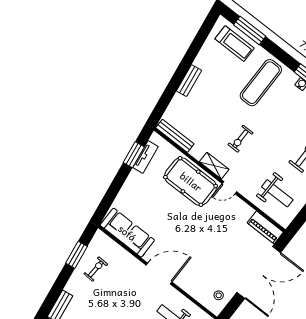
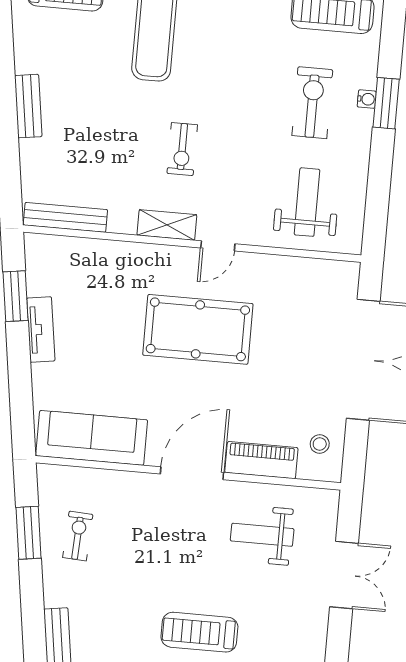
tv unit: (145, 157) -> (41, 330), moved
pool table: (191, 182) -> (198, 329), moved
weight bench: (277, 193) -> (307, 202), turned -90
piano: (265, 227) -> (261, 460), moved, turned 180

